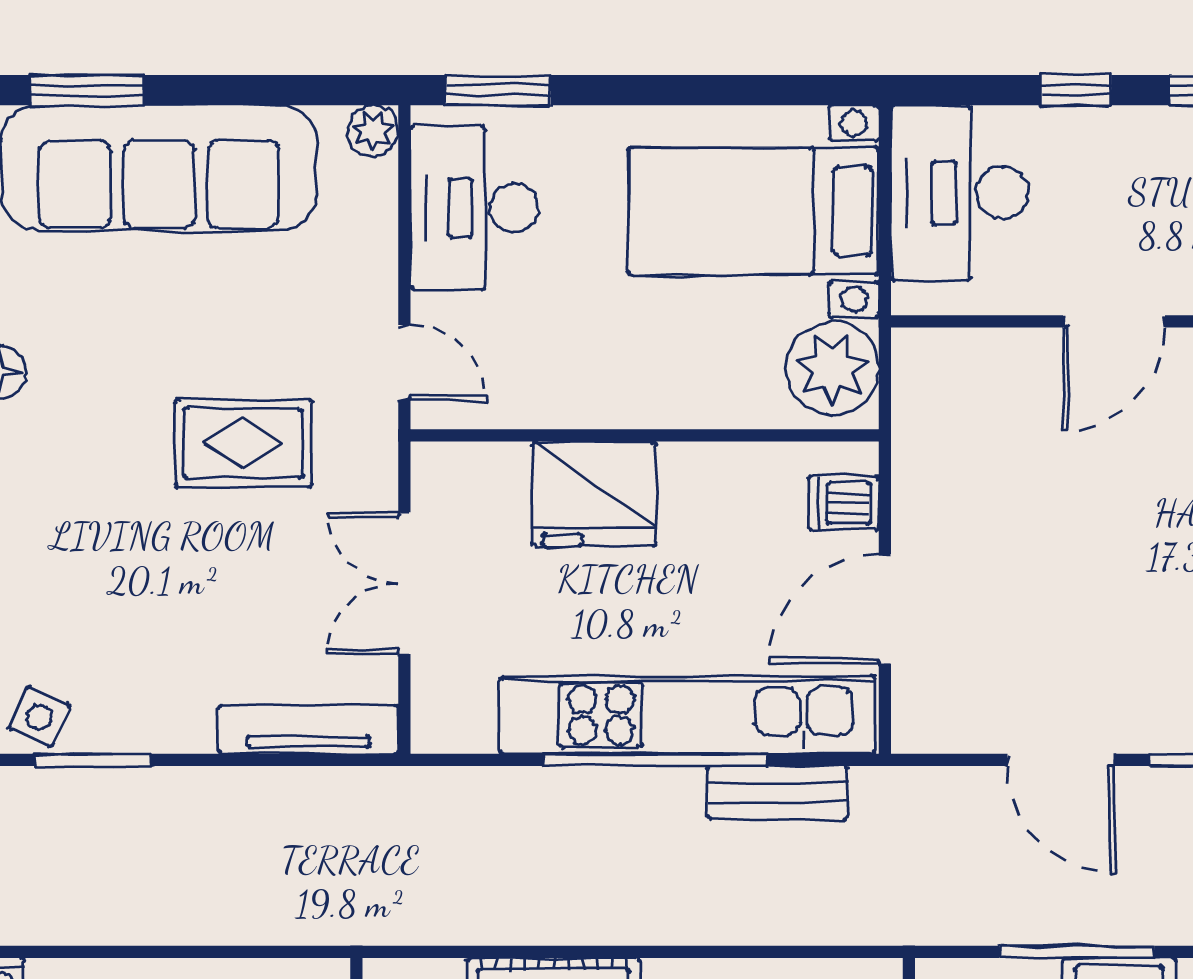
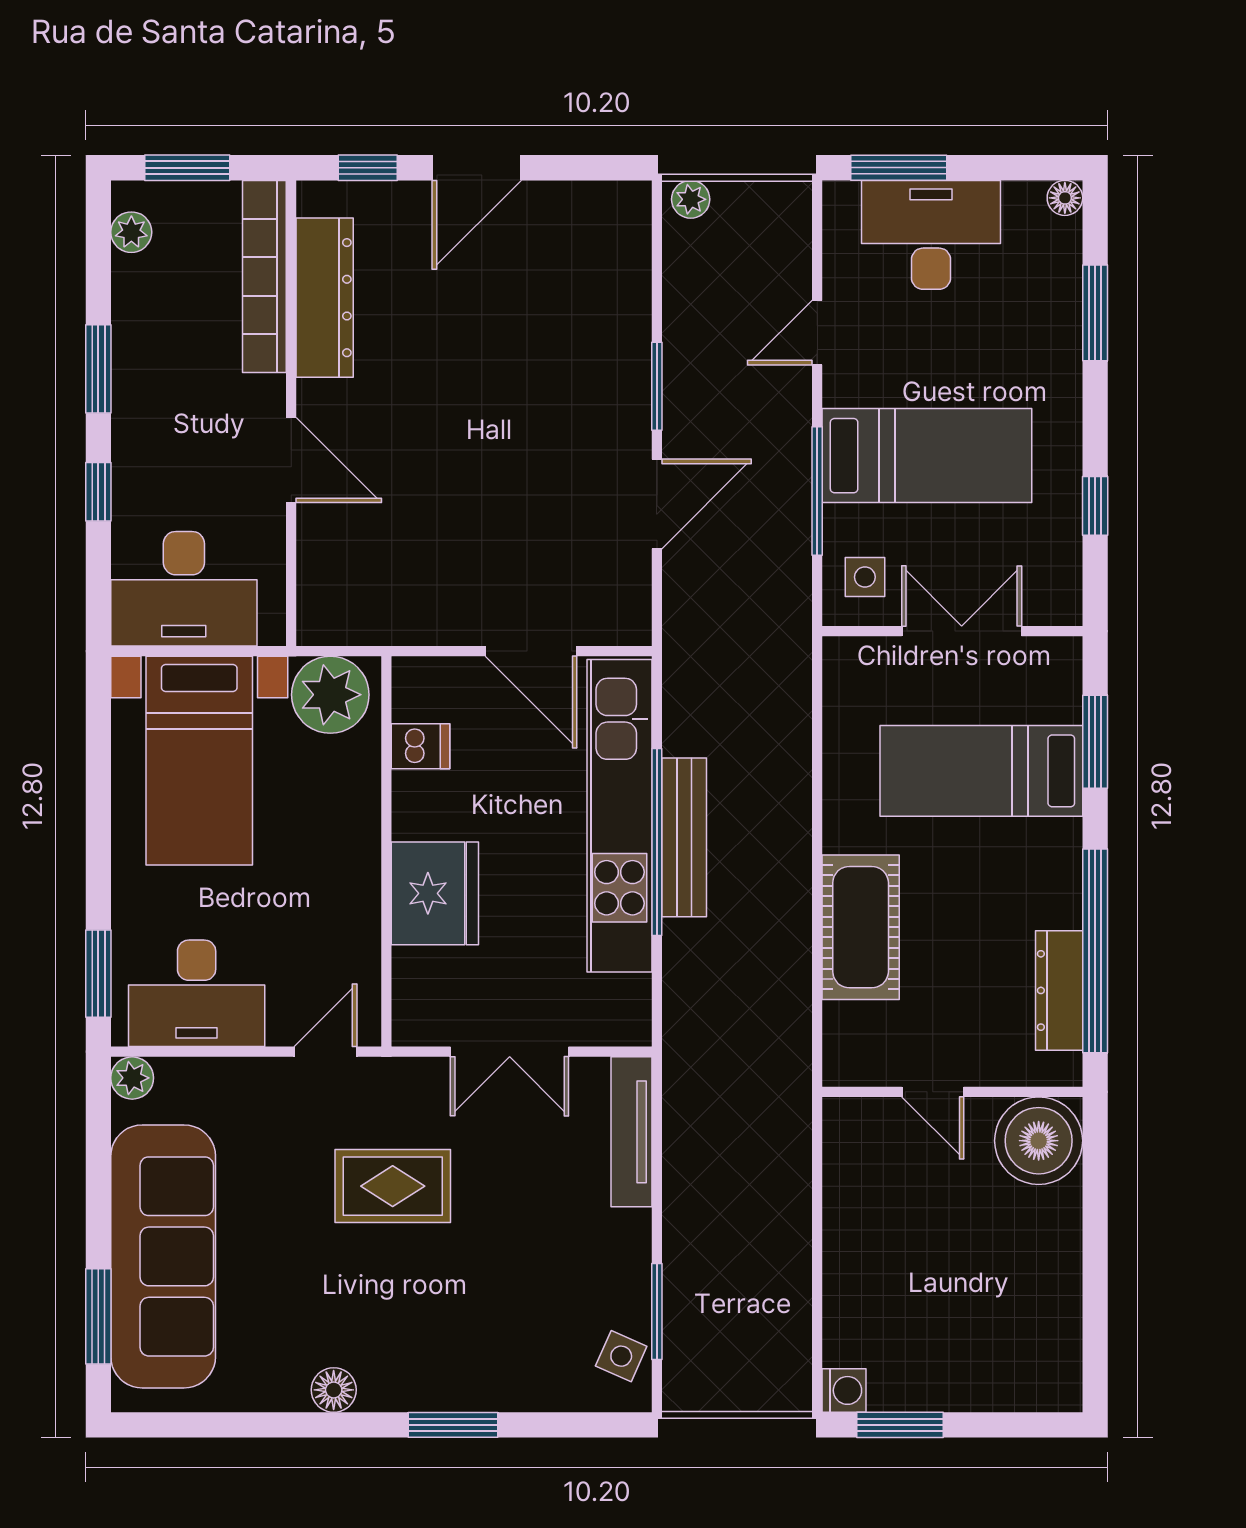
rug: (243, 443) -> (393, 1186), turned 90
dishwasher: (844, 503) -> (421, 746), moved, turned -90
bench: (778, 792) -> (684, 837), moved, width x1.36

